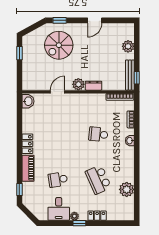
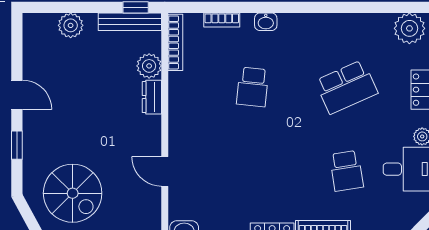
window: (60, 20) -> (17, 145), moved
spiral stairs: (59, 45) -> (73, 193), moved
plant: (78, 84) -> (149, 66), moved
plant: (127, 189) -> (409, 28), moved

